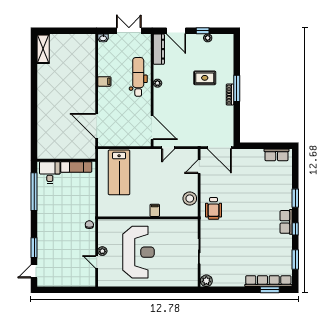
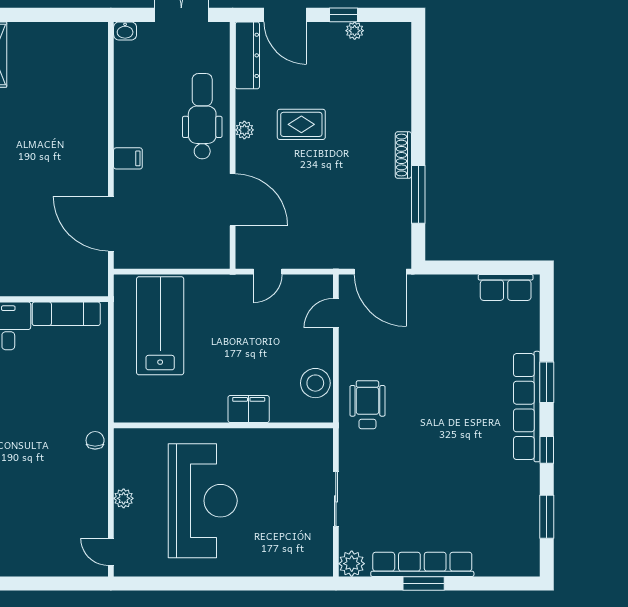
rug: (205, 78) -> (301, 124), moved
filing cabinet: (104, 81) -> (128, 158), moved
window: (237, 88) -> (418, 194), moved
door: (152, 128) -> (233, 200), moved
lab bench: (119, 172) -> (160, 326), turned 180
wheelchair: (214, 208) -> (367, 405), turned 180
filing cabinet: (155, 210) -> (249, 409), width x2.00
row of seats: (286, 222) -> (527, 407), width x2.02
door: (97, 262) -> (111, 552), moved
row of seats: (268, 281) -> (422, 564), moved
window: (270, 290) -> (424, 583), moved

